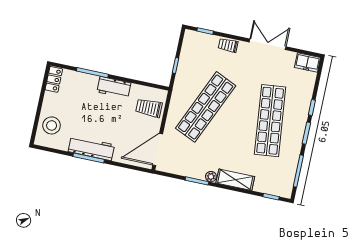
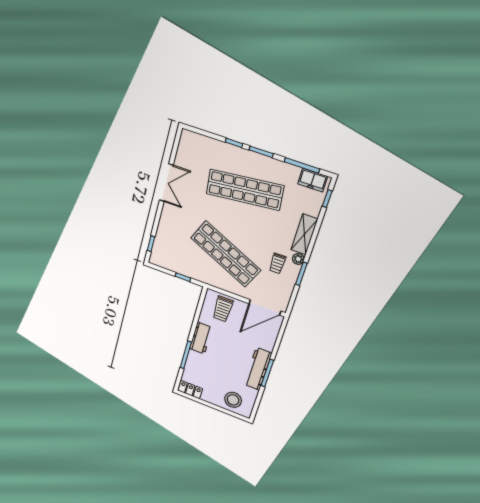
double door: (268, 44) -> (166, 183), swing flipped
trolley: (228, 45) -> (277, 263), moved
freezer: (307, 63) -> (313, 180), moved, turned 90
door: (158, 149) -> (265, 307), hinge flipped

